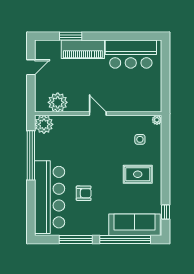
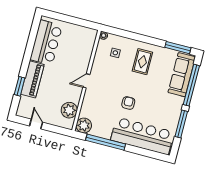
armchair: (84, 193) -> (128, 103), moved
window: (165, 212) -> (178, 48), width x2.17

